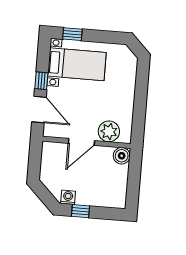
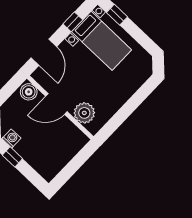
window: (41, 81) -> (73, 22), moved
boiler: (122, 156) -> (29, 92), moved

